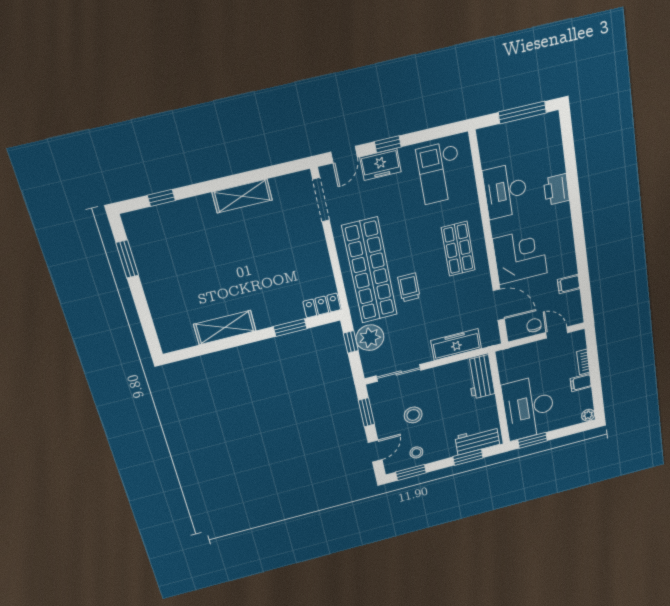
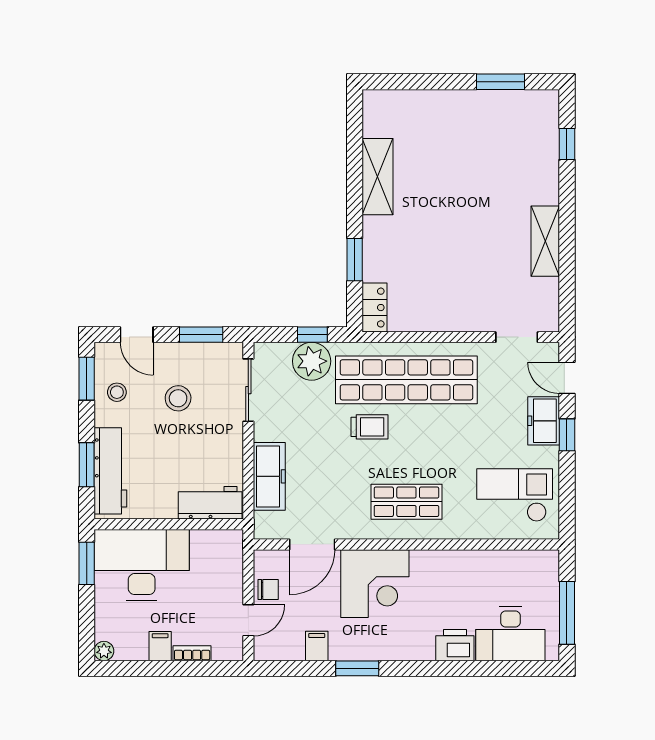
desk: (506, 191) -> (510, 634), moved, turned 180
doorway: (321, 200) -> (517, 337), width x0.73
window: (581, 253) -> (357, 668), added
workbench: (477, 440) -> (110, 471), width x1.38

